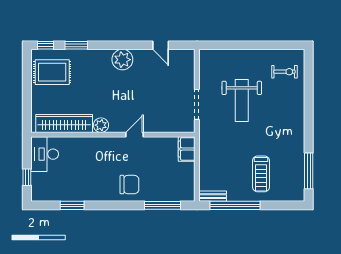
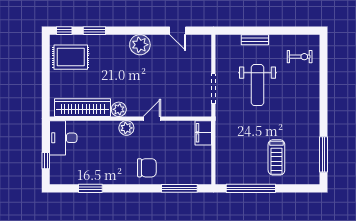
plant: (109, 144) -> (126, 128), added
bench: (213, 196) -> (255, 40), moved

